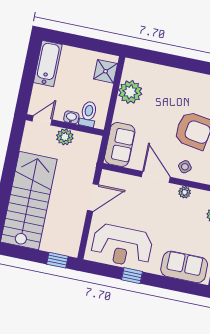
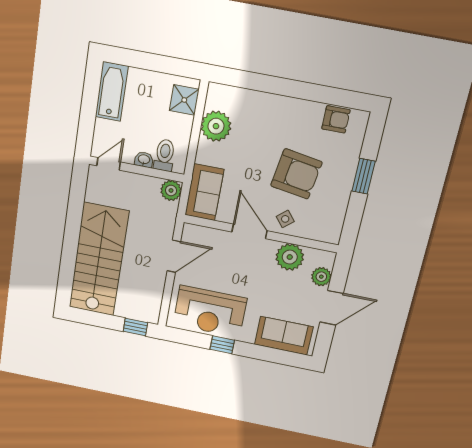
plant: (65, 137) -> (171, 190), moved
plant: (185, 192) -> (290, 257), width x1.88, depth x1.88

